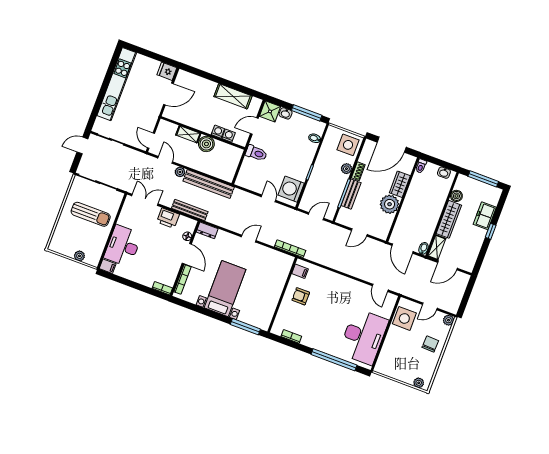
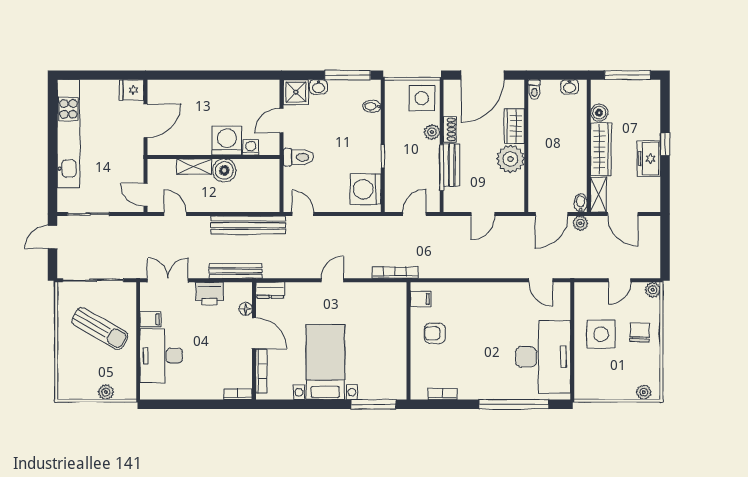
shelving: (233, 96) -> (236, 90), removed
washing machine: (218, 132) -> (227, 141), width x1.89, depth x1.89
plant: (180, 172) -> (580, 223), moved
door: (268, 198) -> (303, 214), moved
sun lounger: (91, 214) -> (100, 328), turned 30
freezer: (485, 216) -> (649, 158), moved
door: (403, 249) -> (552, 214), hinge flipped
door: (447, 265) -> (623, 214), hinge flipped
filing cabinet: (108, 266) -> (150, 319), moved
side table: (404, 318) -> (601, 334), moved

